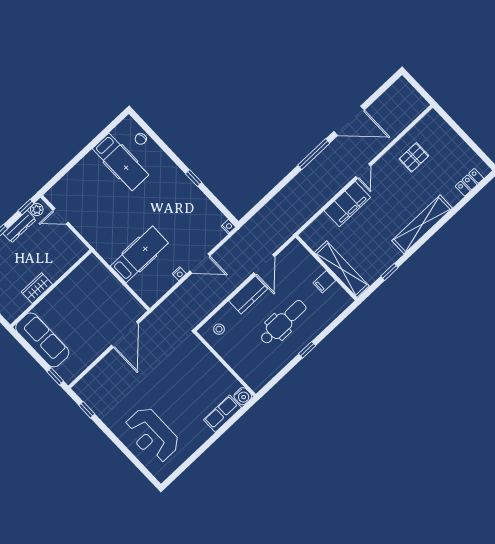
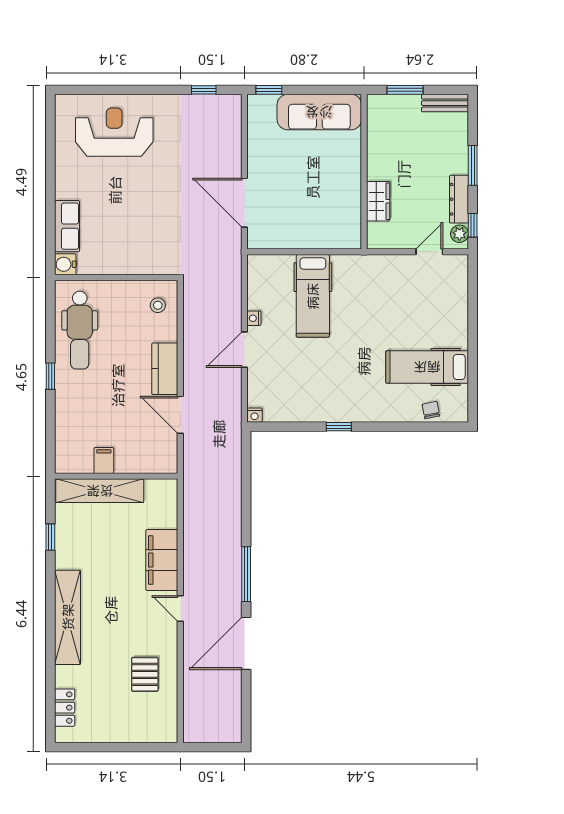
wardrobe: (37, 288) -> (378, 201), moved
dental chair: (283, 322) -> (80, 330), moved

